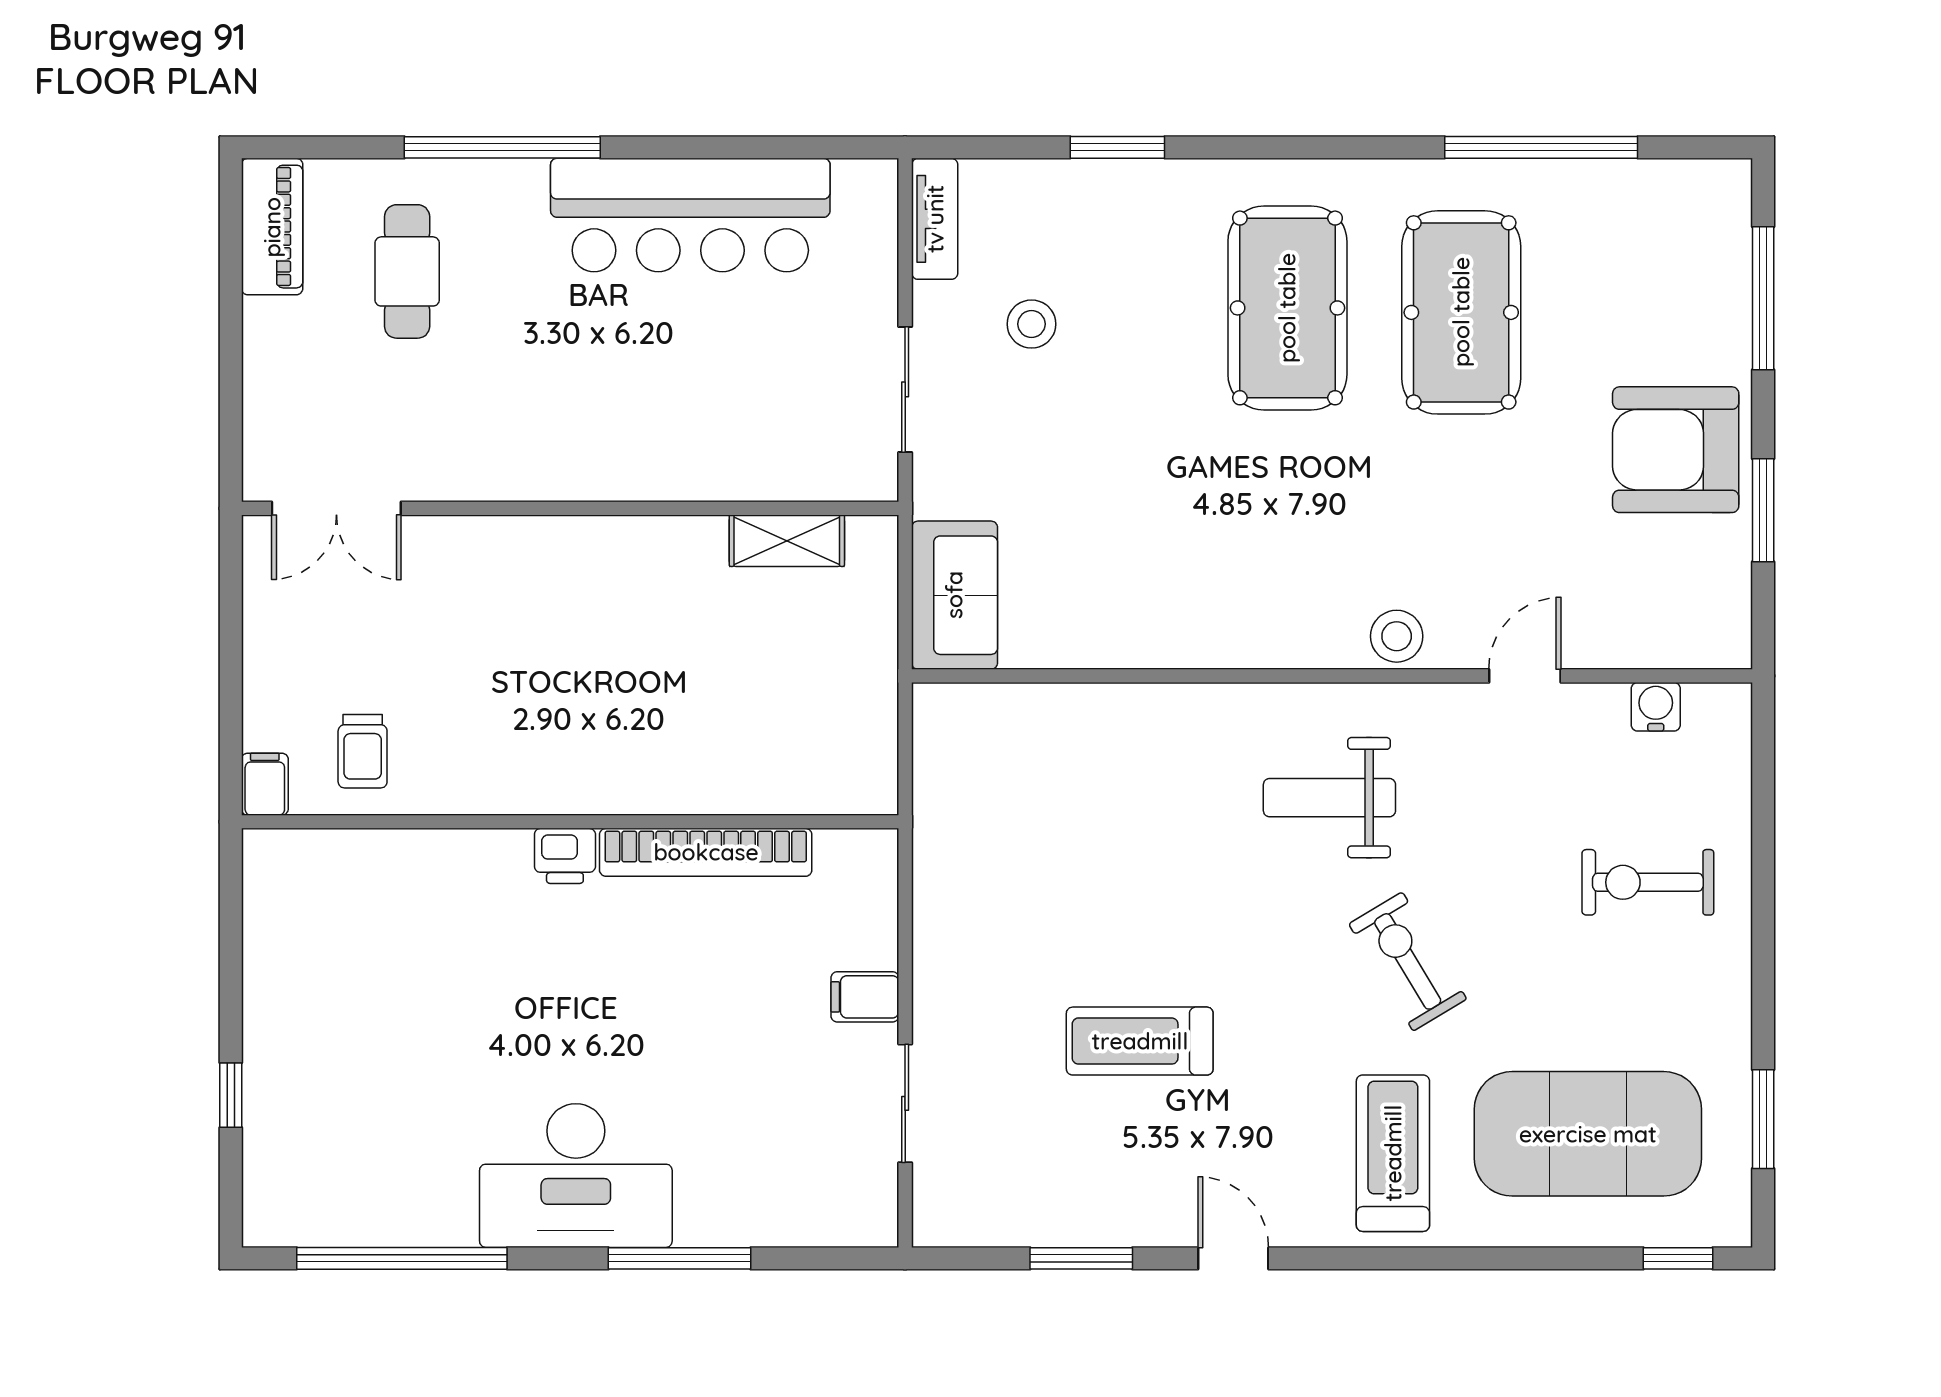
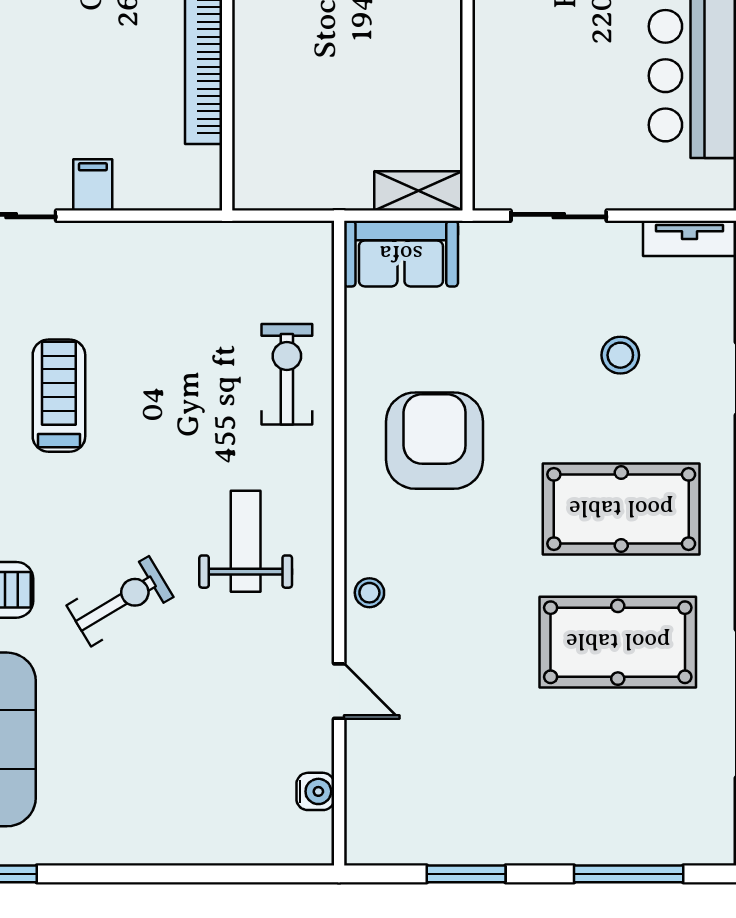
stool: (1032, 324) -> (620, 355), moved
armchair: (1676, 450) -> (435, 441), moved
shelving: (787, 541) -> (418, 191), moved, turned 90
stool: (1397, 636) -> (369, 593), width x0.73, depth x0.73
exercise bike: (1648, 882) -> (287, 374), moved

